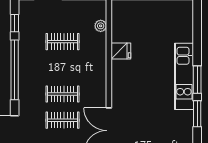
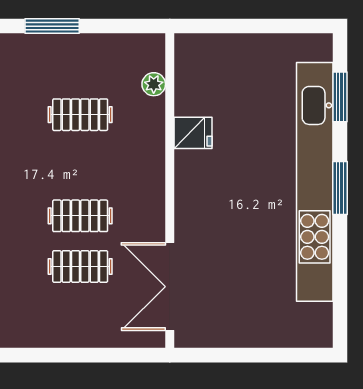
kitchen unit: (184, 76) -> (315, 182), width x1.86
window: (197, 114) -> (340, 97), moved

